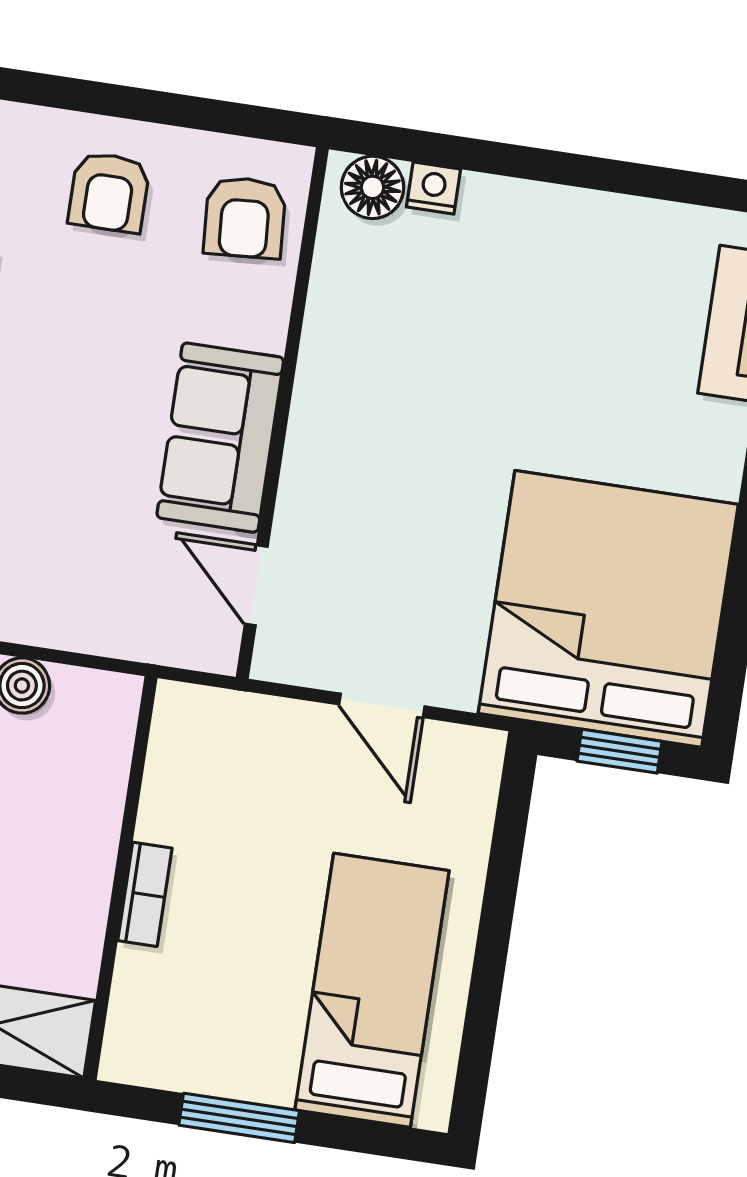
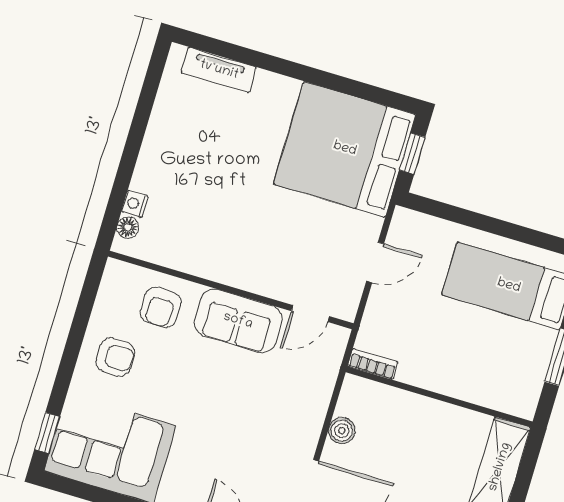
floor lamp: (373, 187) -> (128, 228), width x0.73, depth x0.73
armchair: (245, 218) -> (161, 307), moved, turned 94
bookcase: (145, 894) -> (373, 364), moved

